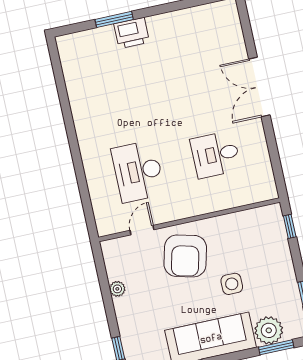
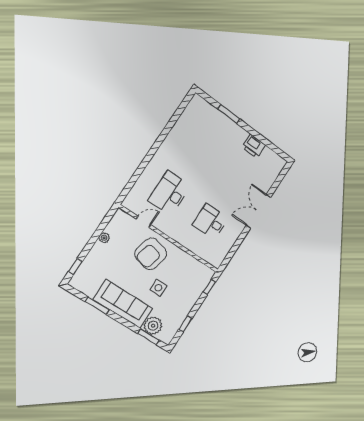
printer: (132, 33) -> (254, 146), moved

